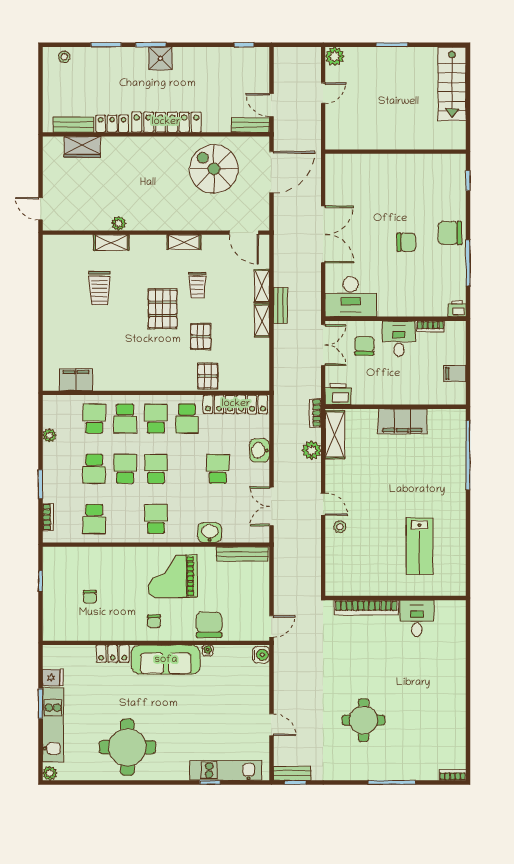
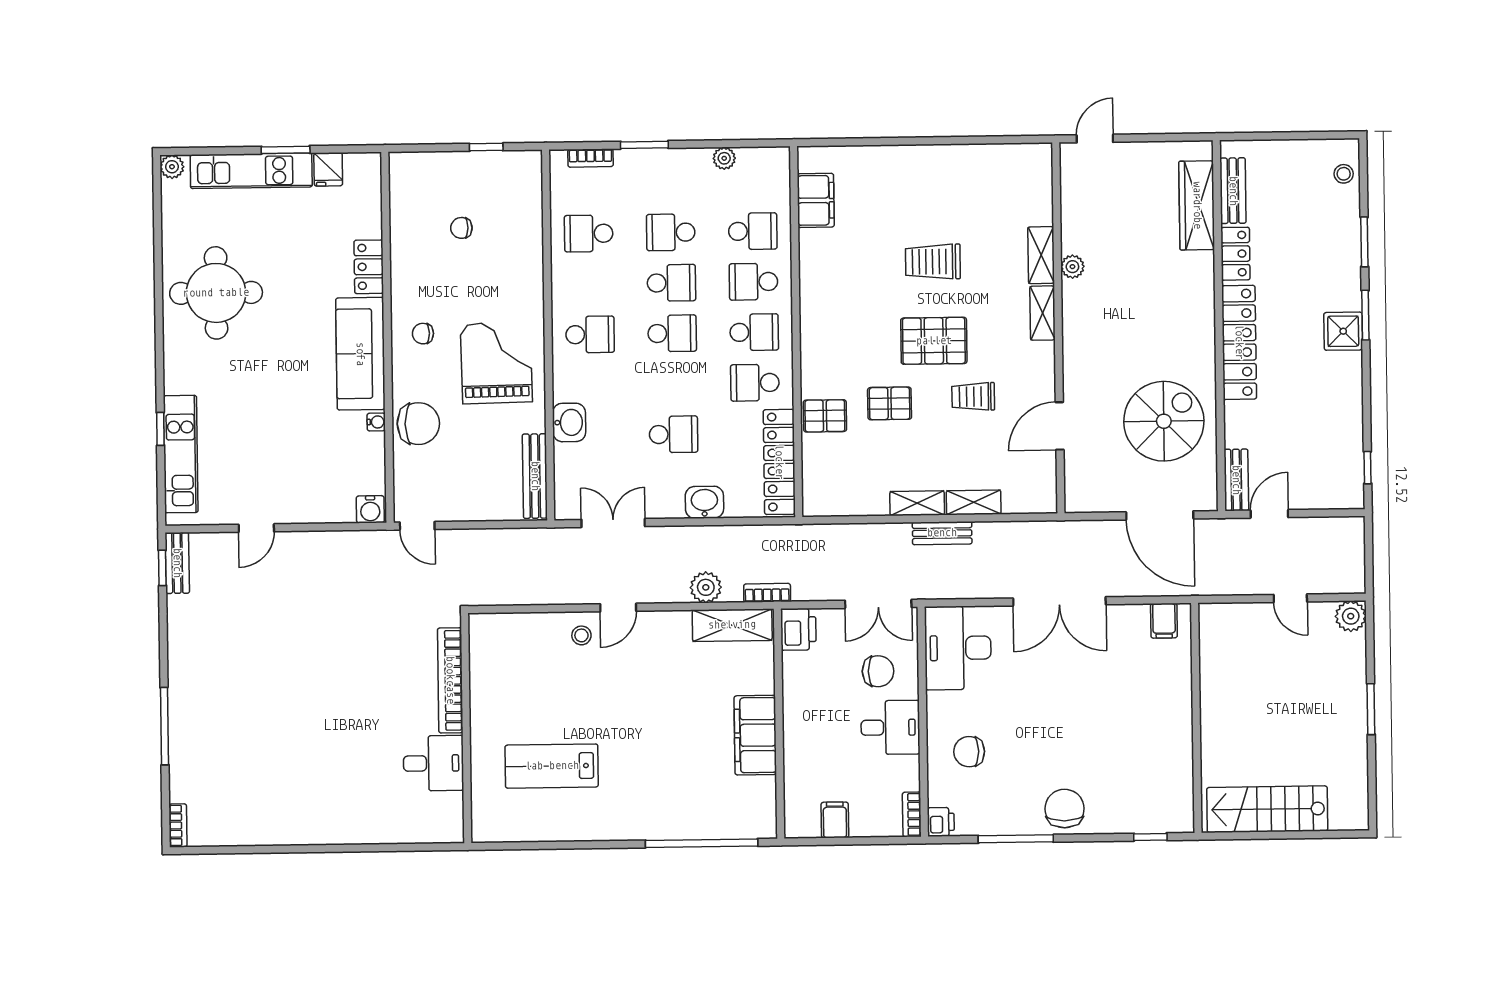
stairs: (452, 84) -> (1267, 809), moved
wardrobe: (82, 147) -> (1197, 205), width x1.50
filing cabinet: (336, 171) -> (1164, 621), added
door: (244, 233) -> (1060, 426), moved
shelving: (184, 242) -> (1042, 313), moved
chair: (406, 242) -> (969, 752), moved, turned 90
trolley: (99, 288) -> (933, 262), moved
bookcase: (430, 326) -> (912, 814), moved
round table: (363, 720) -> (266, 678), removed

